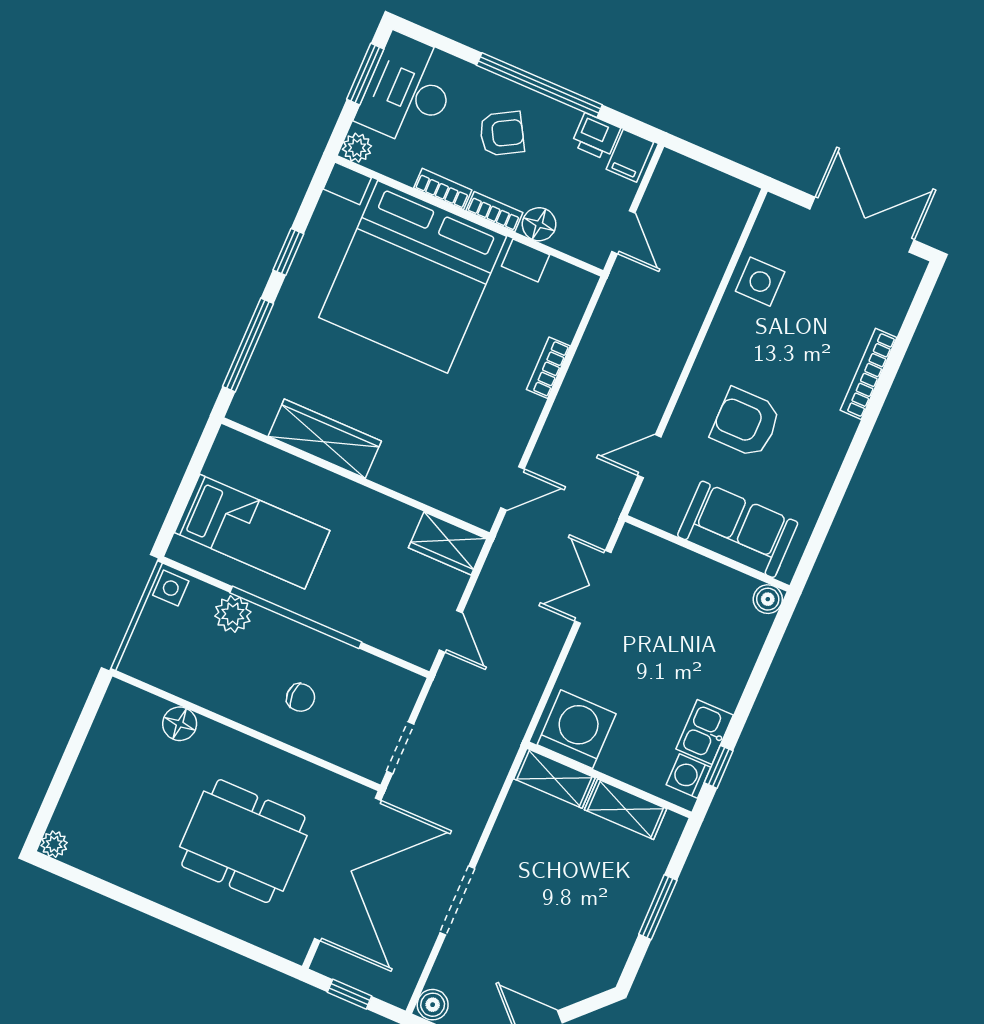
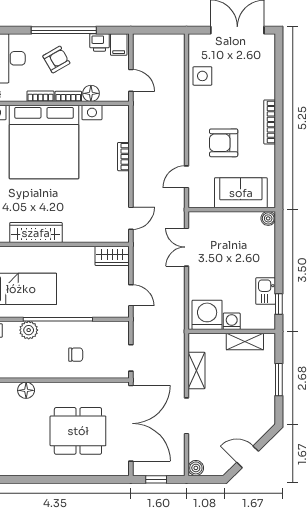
bookcase: (868, 374) -> (270, 122), moved
washing machine: (688, 776) -> (232, 321), moved, turned 90
shelving: (554, 778) -> (197, 371), moved, turned 90

